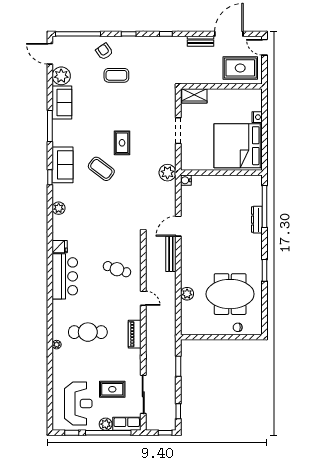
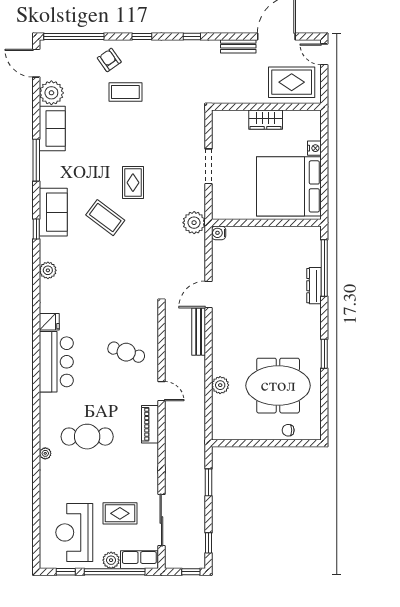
wardrobe: (194, 96) -> (266, 120), moved
piano: (135, 334) -> (150, 424), moved
reception desk: (78, 404) -> (74, 532), turned 180

